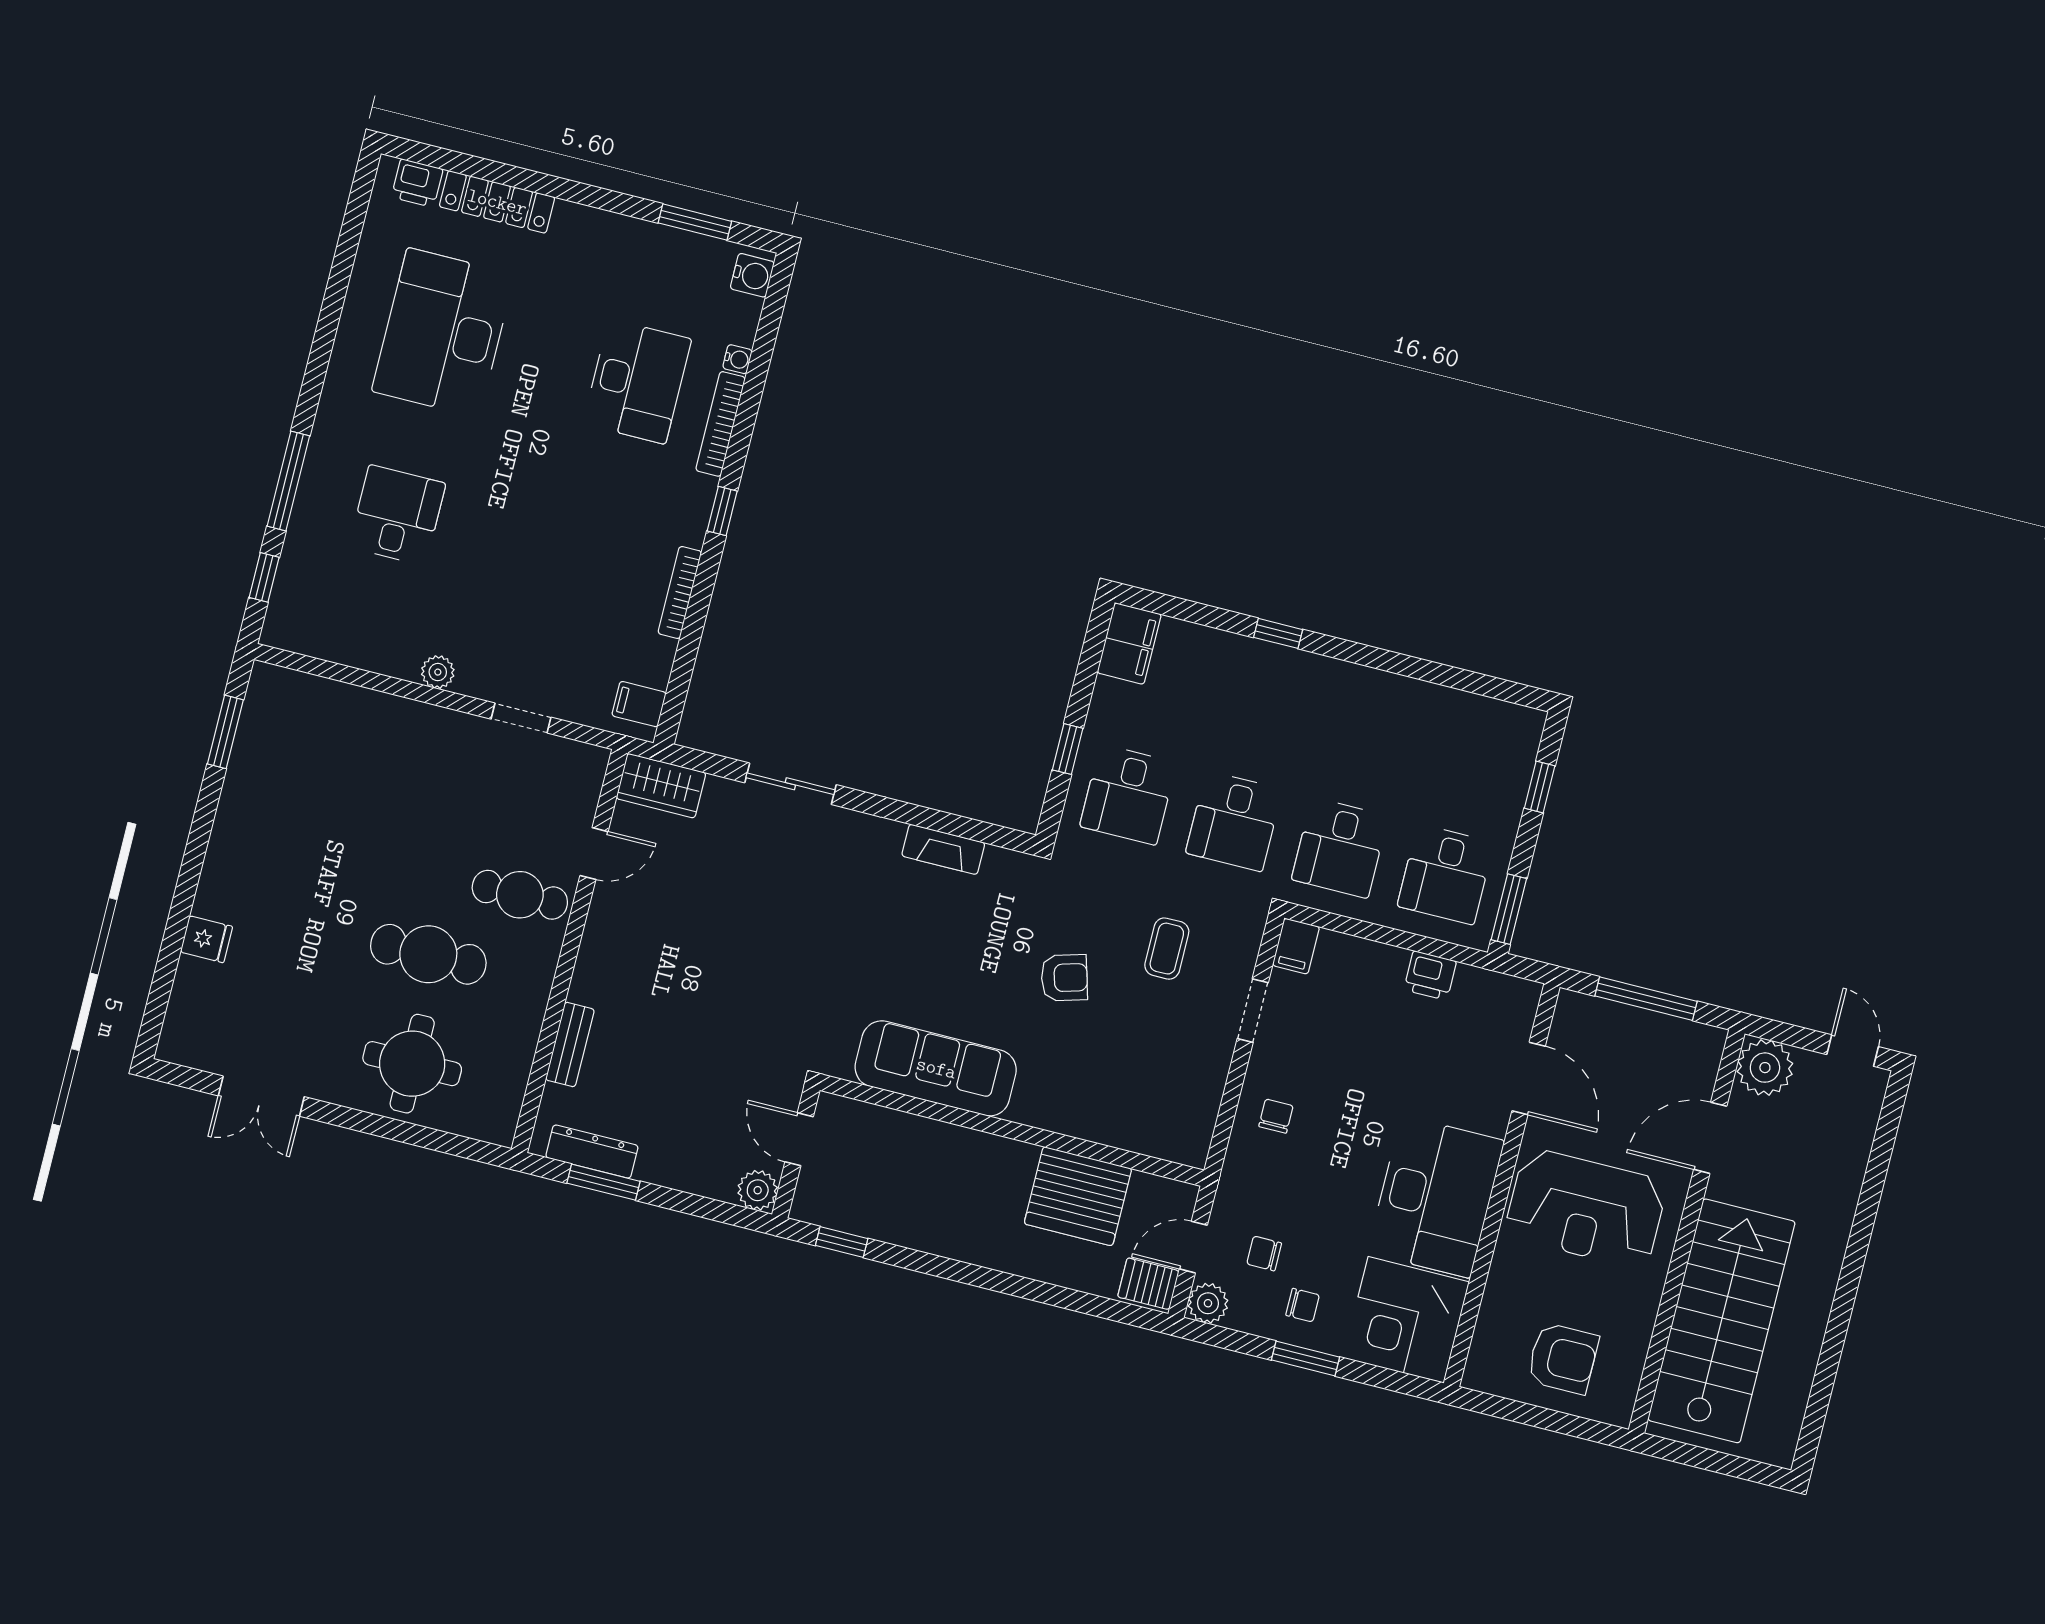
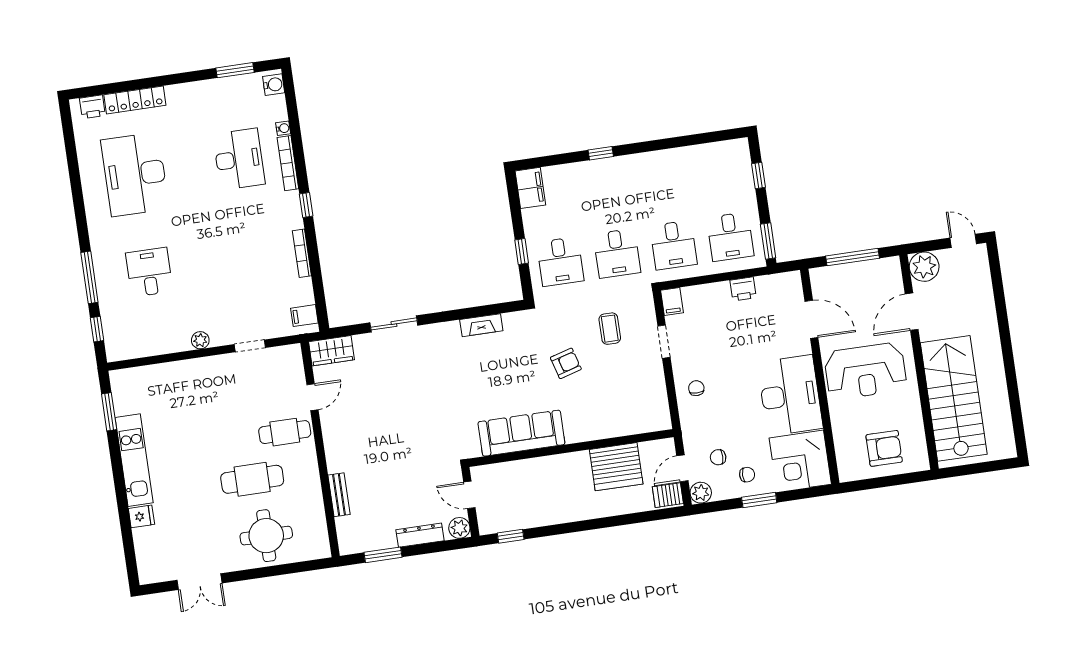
kitchen unit: (234, 835) -> (134, 460), added
dresser: (592, 1152) -> (420, 535), moved

